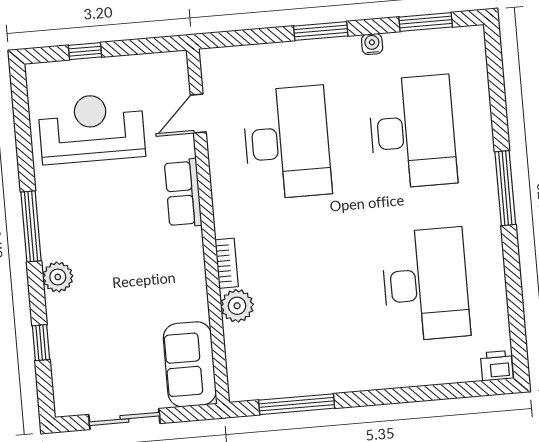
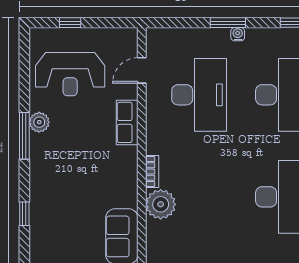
water cooler: (372, 44) -> (238, 34), moved
reception desk: (92, 128) -> (70, 74), turned 180
plant: (58, 277) -> (39, 122), moved
plant: (237, 306) -> (161, 204), width x1.36, depth x1.36

